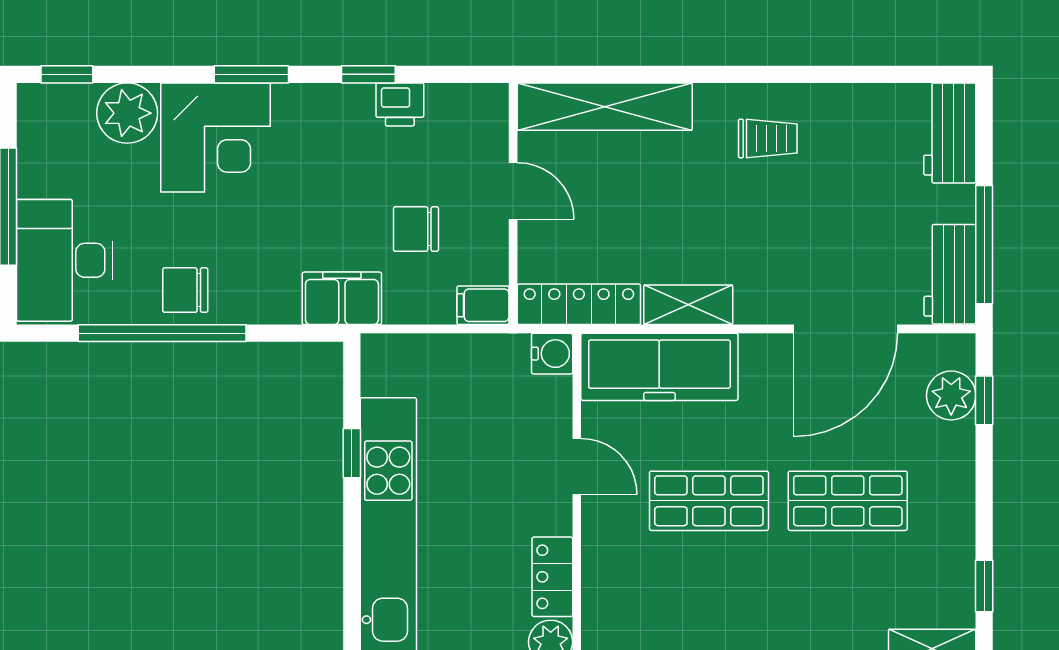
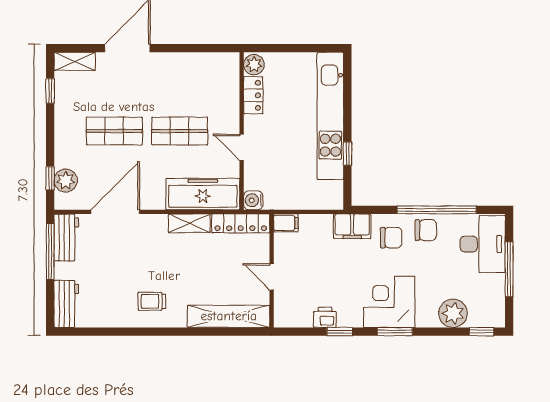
corner desk: (215, 137) -> (389, 302), moved
chair: (416, 229) -> (391, 238), moved

